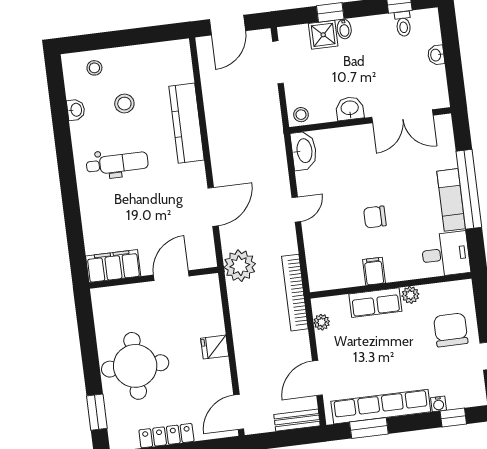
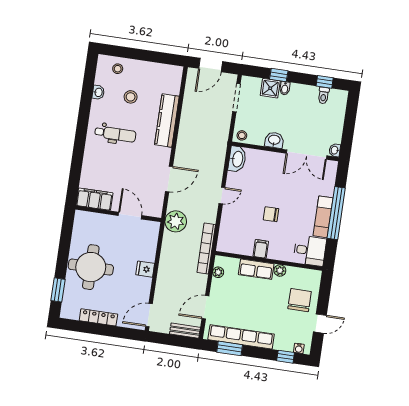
washbasin: (436, 55) -> (335, 150), moved
door: (171, 276) -> (130, 216), hinge flipped
water cooler: (438, 404) -> (299, 348), moved

